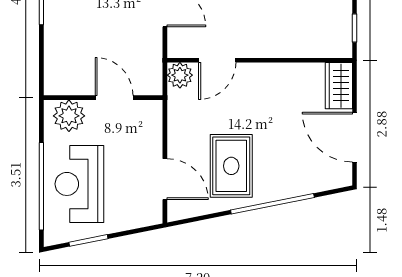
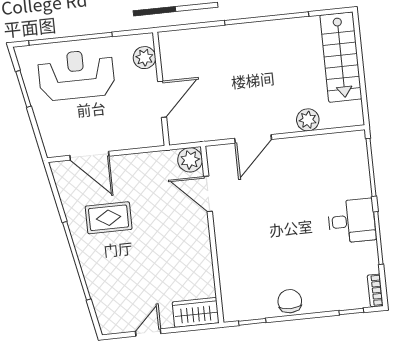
plant: (69, 116) -> (144, 58), width x0.73, depth x0.73
door: (354, 137) -> (148, 333), width x0.53
rug: (231, 166) -> (109, 218), width x0.73, depth x0.70
door: (165, 179) -> (89, 156), hinge flipped

